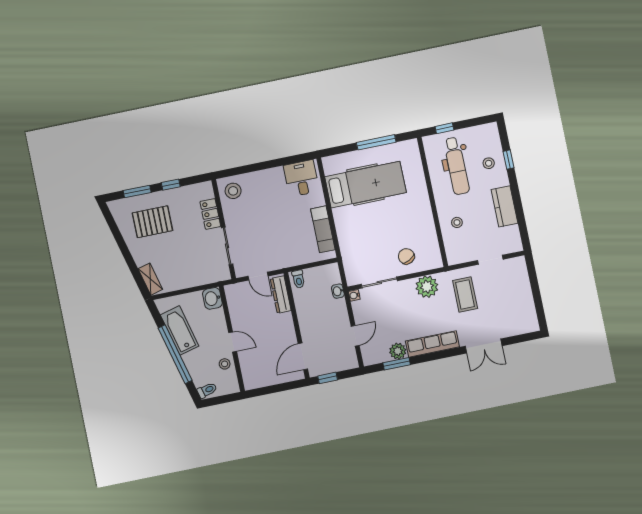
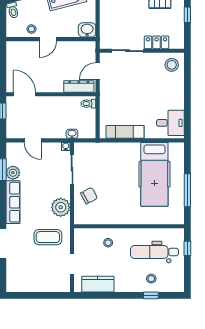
kitchen counter: (504, 206) -> (98, 284), moved

